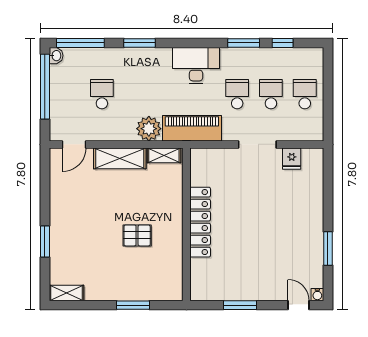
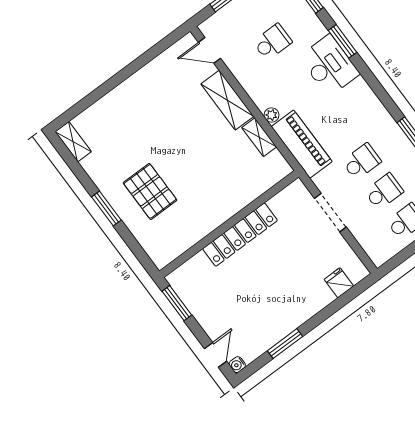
desk: (196, 66) -> (329, 65), moved
plant: (149, 129) -> (272, 115), width x0.53, depth x0.53
fridge: (292, 159) -> (339, 283), moved, turned 90
locker: (200, 222) -> (240, 235), moved
wall: (186, 224) -> (229, 224), moved
pallet: (137, 235) -> (150, 191), moved, width x1.50, depth x1.42
window: (45, 241) -> (105, 89), removed

